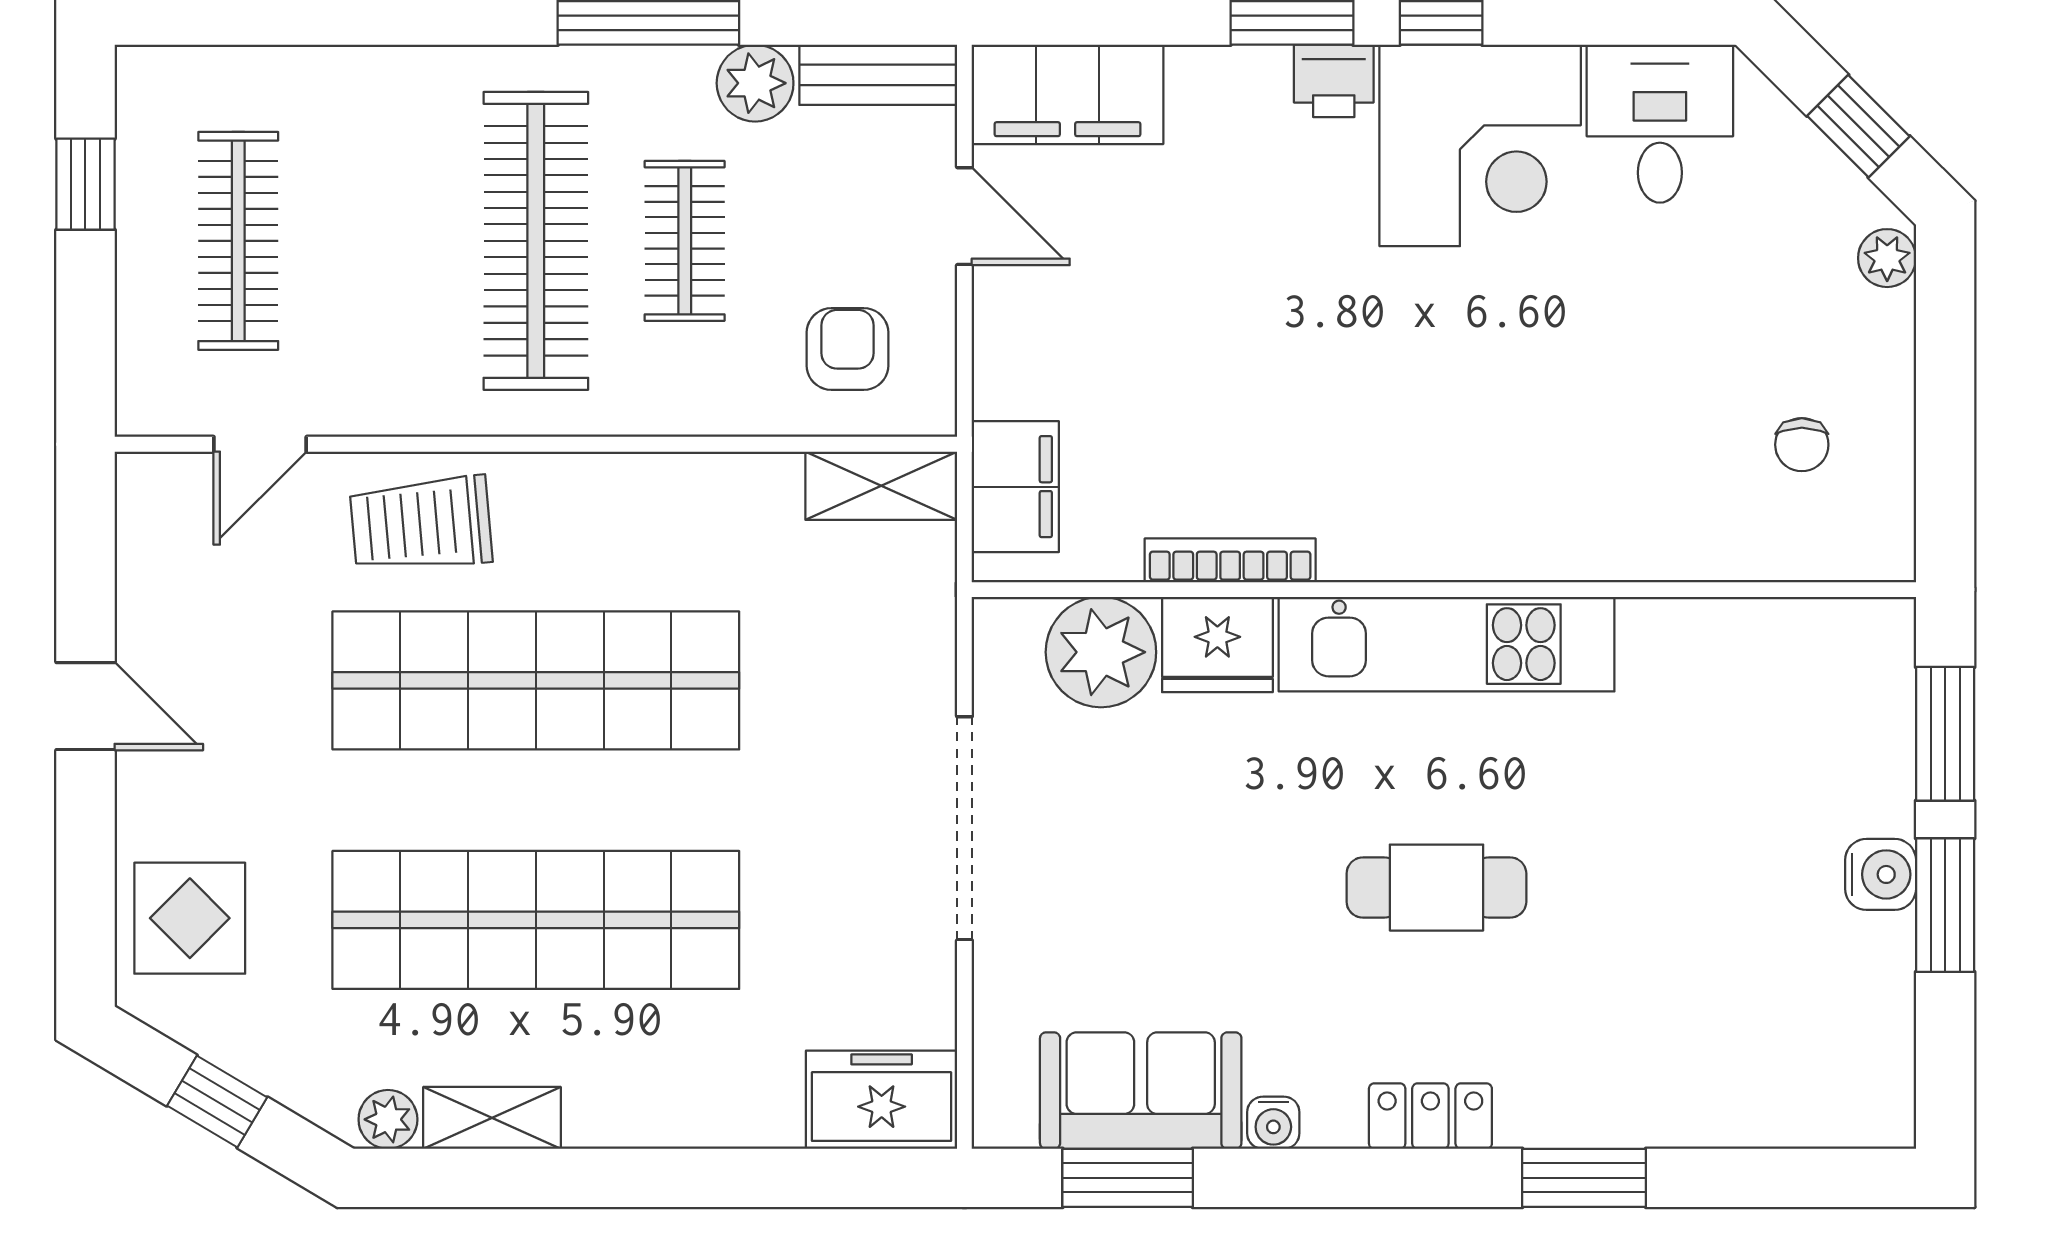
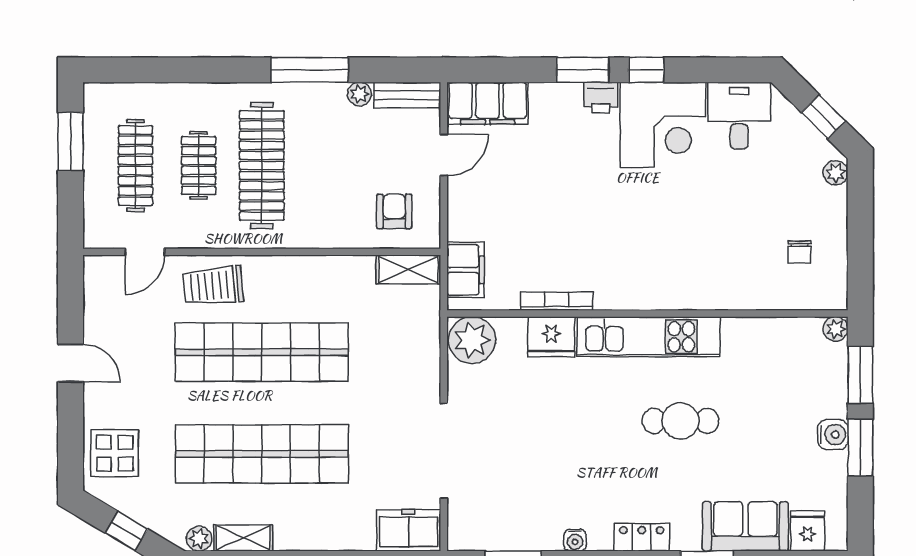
plant: (755, 83) -> (359, 94), width x0.73, depth x0.73
window: (85, 184) -> (71, 141), width x1.50
door: (964, 216) -> (444, 155), hinge flipped
clothes rail: (685, 241) -> (199, 165), moved
plant: (1887, 626) -> (836, 329), added
plant: (1101, 652) -> (472, 340), moved
doorway: (964, 828) -> (444, 451), moved
cafe table: (1436, 888) -> (681, 421), moved
sofa: (1141, 1091) -> (745, 526), moved
fridge: (1821, 1101) -> (808, 531), added

